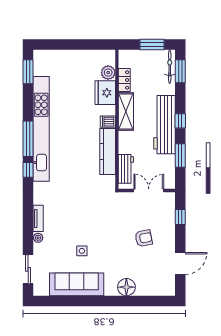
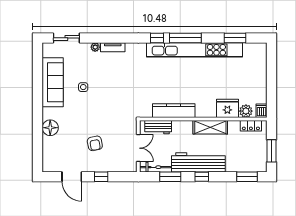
bicycle: (170, 67) -> (155, 167), moved
window: (28, 72) -> (235, 38), moved
locker: (124, 80) -> (251, 126), moved
dishwasher: (108, 122) -> (262, 111), moved
window: (180, 217) -> (101, 177), moved

